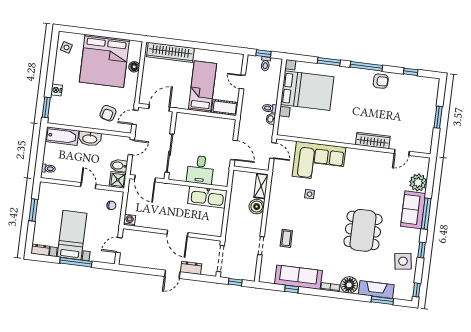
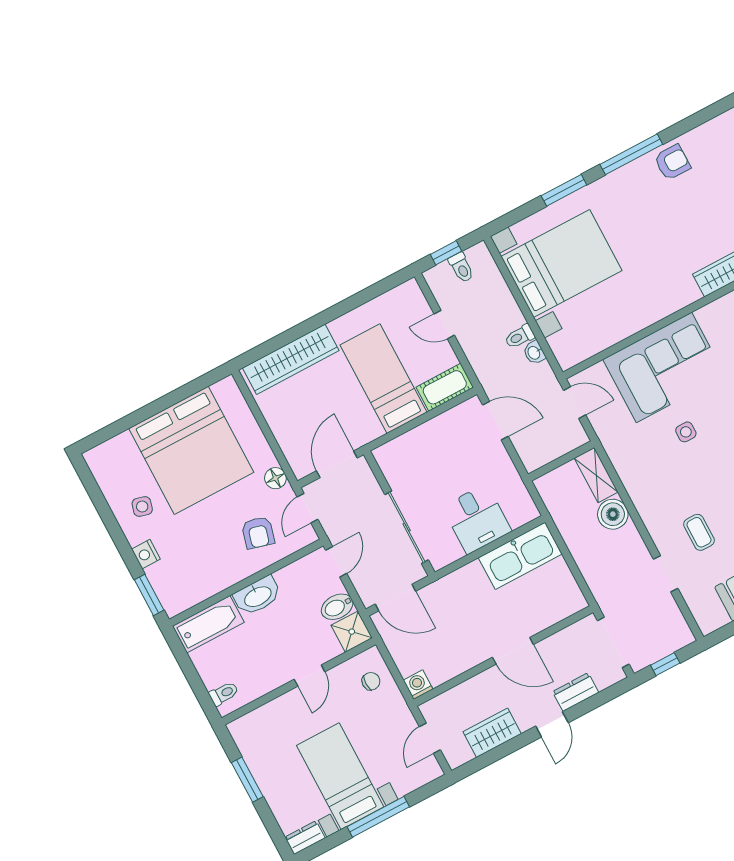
side table: (66, 47) -> (142, 506), moved
floor lamp: (134, 67) -> (275, 478), moved
window: (411, 72) -> (711, 112), removed
door: (234, 150) -> (495, 421), moved
door: (88, 186) -> (310, 675), swing flipped
wardrobe: (146, 261) -> (492, 733), added

